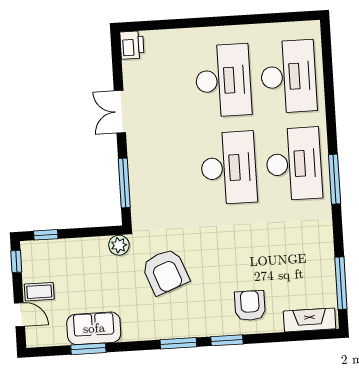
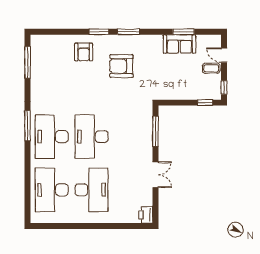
desk: (223, 81) -> (92, 190), turned 180
plant: (119, 245) -> (161, 94), removed
armchair: (165, 272) -> (121, 66), moved, turned -69
fireplace: (310, 320) -> (48, 41), removed

